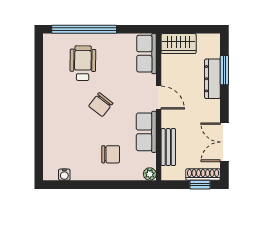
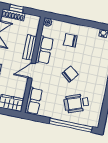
wheelchair: (83, 63) -> (76, 103), turned 68
door: (159, 98) -> (32, 71), hinge flipped
bench: (168, 147) -> (30, 47), moved

